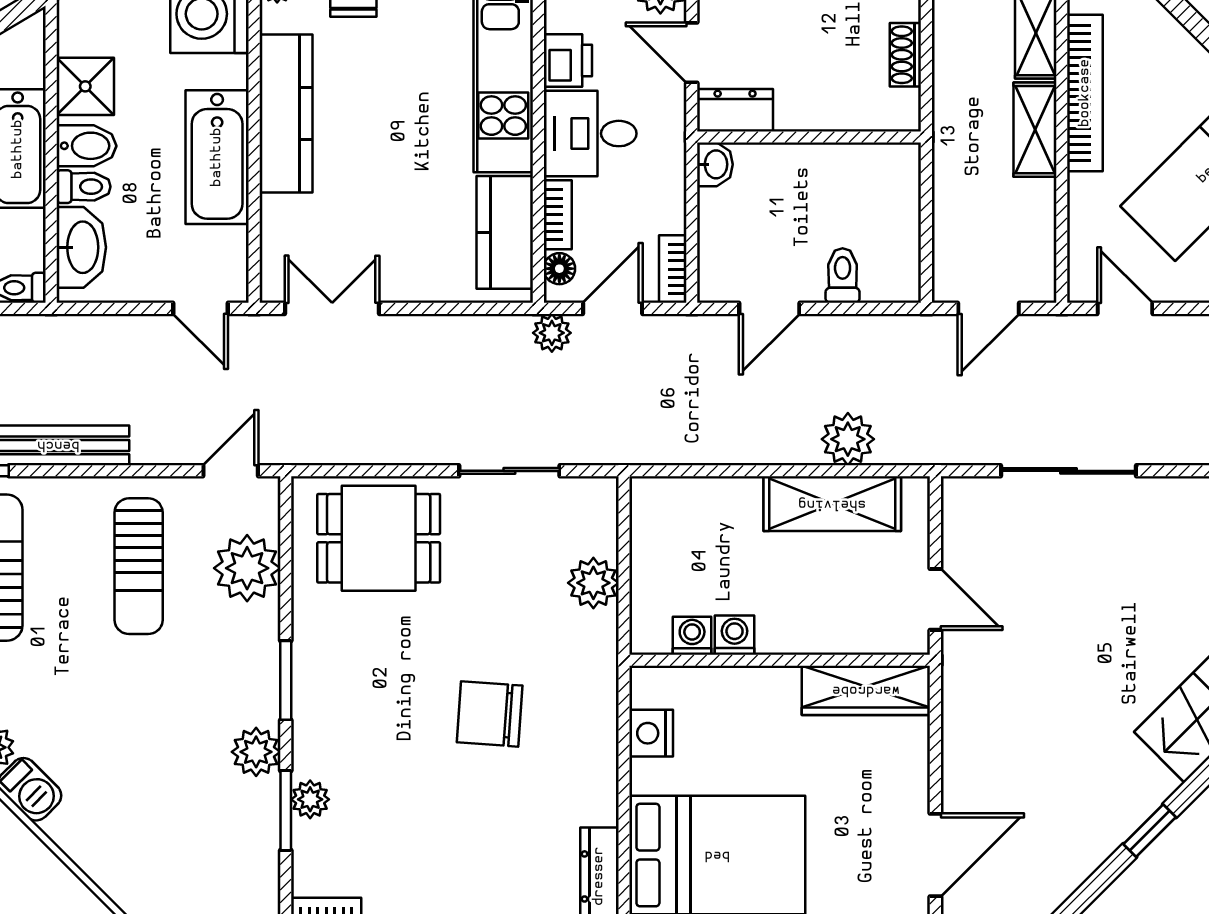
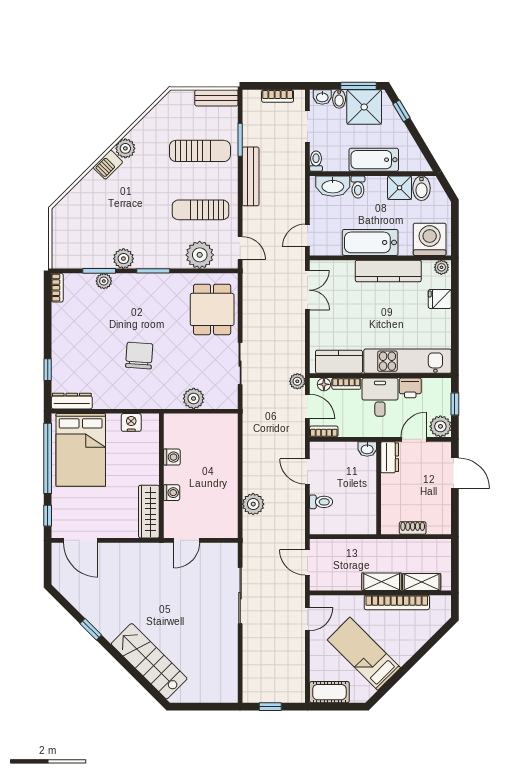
bidet: (86, 146) -> (421, 188), moved
shelving: (832, 504) -> (226, 498), removed
washing machine: (692, 636) -> (172, 493), moved

